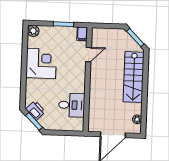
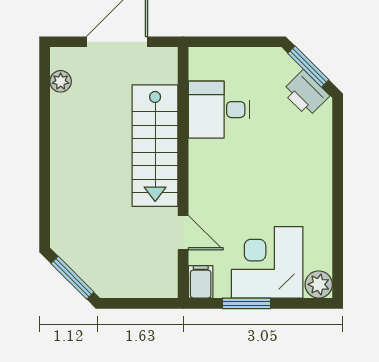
door: (89, 55) -> (183, 233), swing flipped
corner desk: (41, 63) -> (267, 262), moved, turned 90
stairs: (134, 77) -> (155, 146), moved, turned 180

